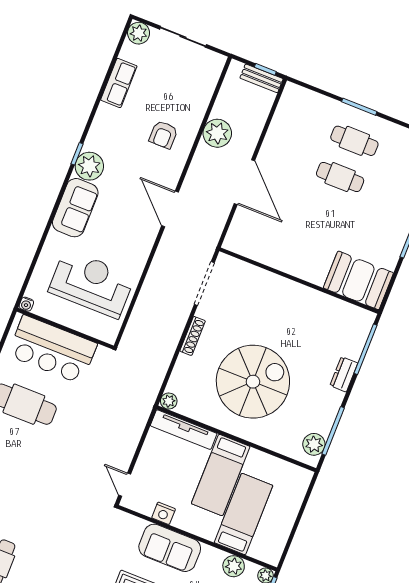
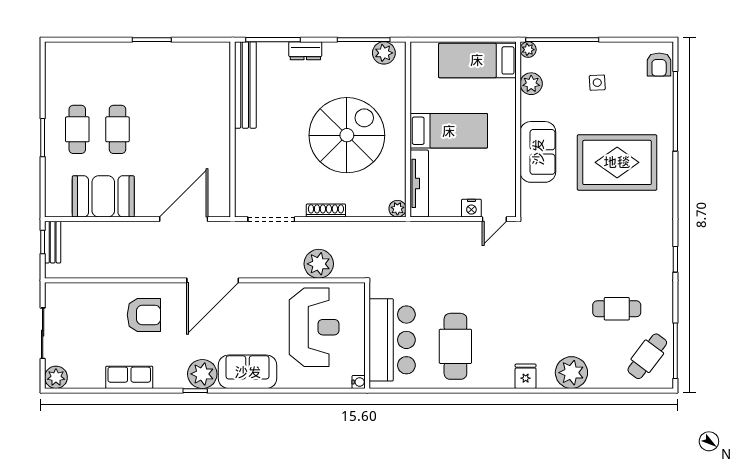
row of seats: (119, 83) -> (129, 377), moved
plant: (217, 133) -> (319, 264), moved
armchair: (163, 135) -> (144, 315), width x1.38, depth x1.38
door: (244, 182) -> (184, 219), moved
door: (170, 209) -> (213, 280), width x1.36
booth: (358, 280) -> (103, 196), moved, turned 90
reception desk: (92, 284) -> (314, 327), turned 180
bench: (334, 308) -> (245, 85), added
spiral stairs: (253, 382) -> (347, 135), turned 90
nightstand: (164, 513) -> (471, 208), moved, turned 90
bed: (243, 514) -> (477, 60), moved

